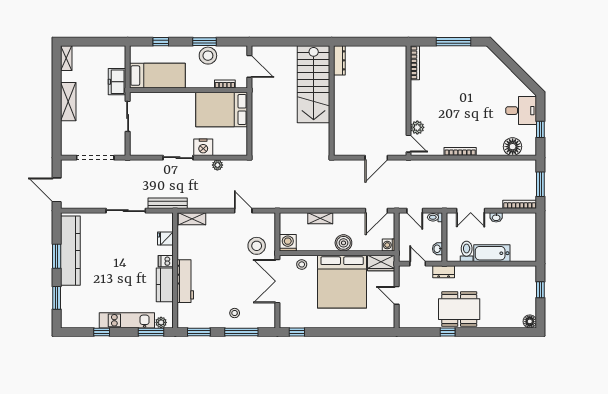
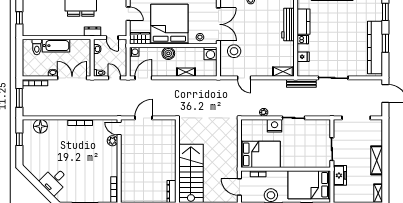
bed: (157, 76) -> (309, 185), width x1.50
desk: (521, 111) -> (54, 181), moved, turned -45
double door: (471, 211) -> (72, 78), width x1.37
toilet: (467, 251) -> (37, 47), moved

